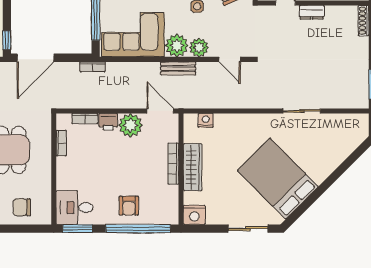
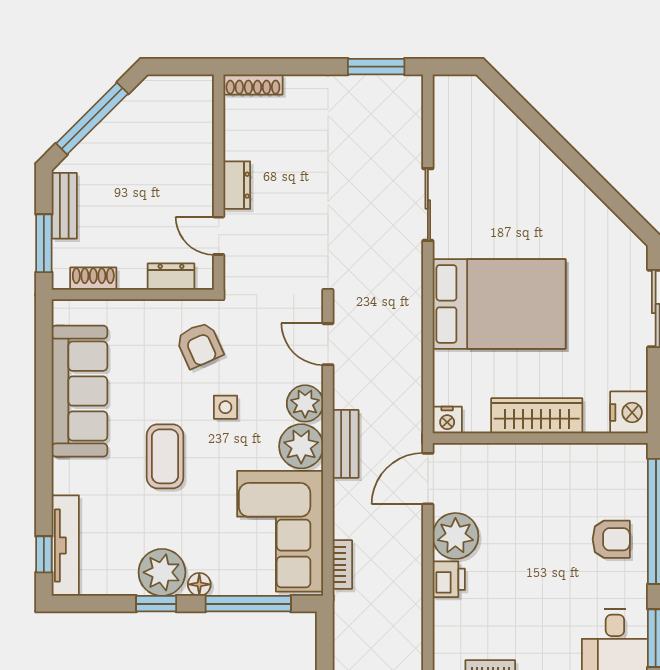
door: (230, 59) -> (328, 344), swing flipped
bookcase: (93, 67) -> (342, 565), moved
bookcase: (85, 119) -> (443, 625), removed
nightstand: (206, 120) -> (447, 420), moved, turned -90
bookcase: (173, 164) -> (530, 453), removed
bed: (278, 179) -> (499, 304), moved, turned -135

